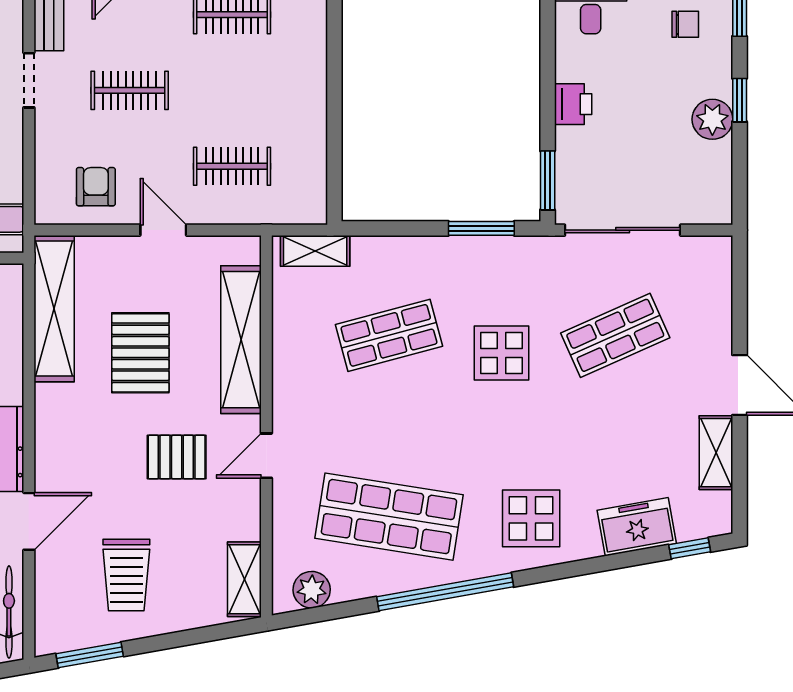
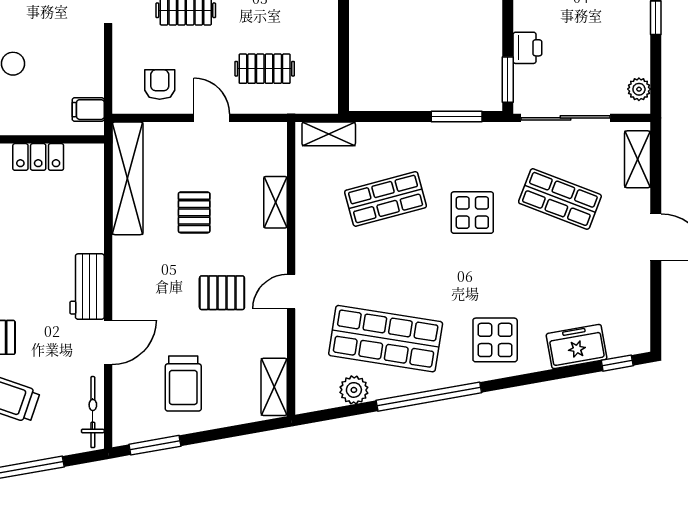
printer: (573, 104) -> (527, 48), moved
plant: (712, 119) -> (639, 89), moved, width x0.73, depth x0.73
shop shelf: (615, 335) -> (560, 199), turned 45
shelving: (241, 340) -> (275, 202), width x0.45, depth x0.75
pallet: (140, 353) -> (194, 212), width x0.67, depth x0.71
shelving: (716, 453) -> (637, 159), moved
plant: (312, 590) -> (354, 390), moved

